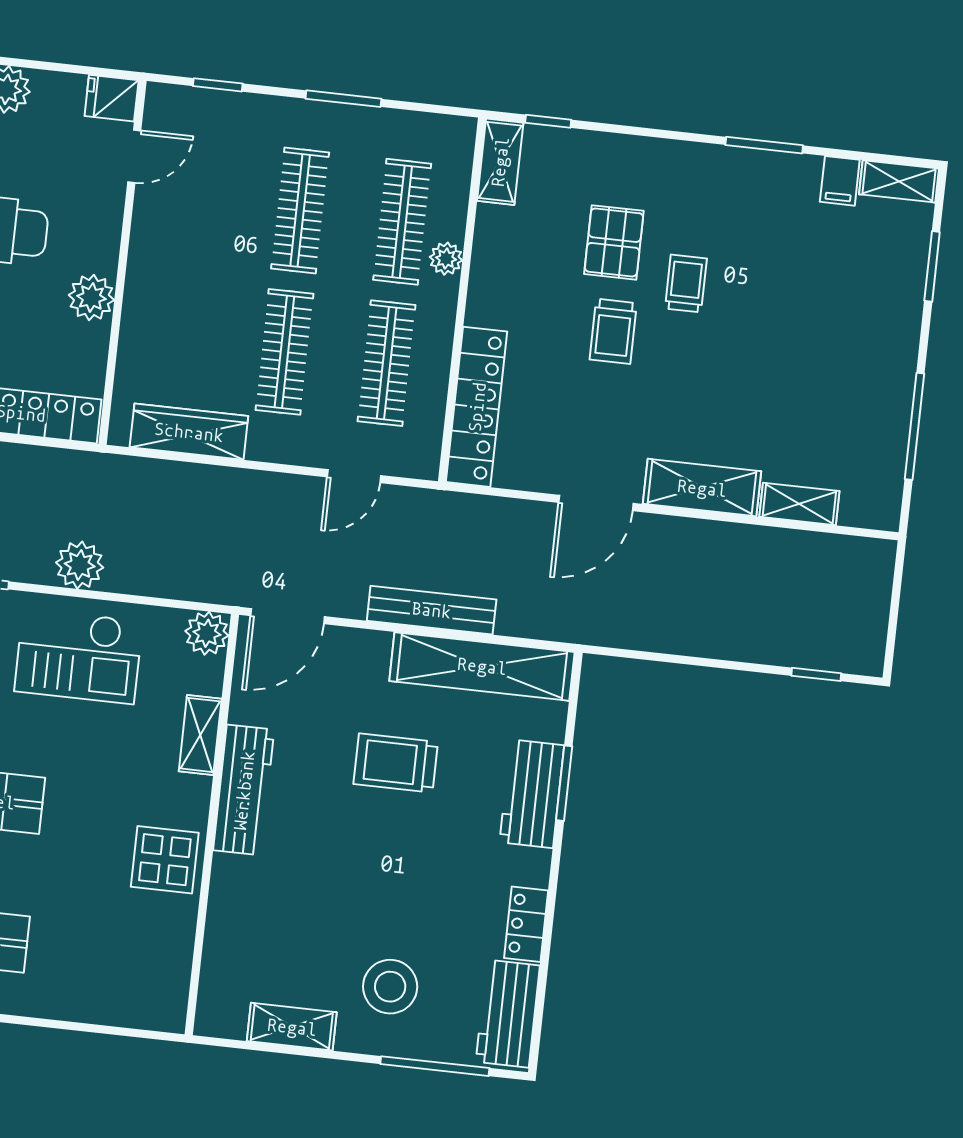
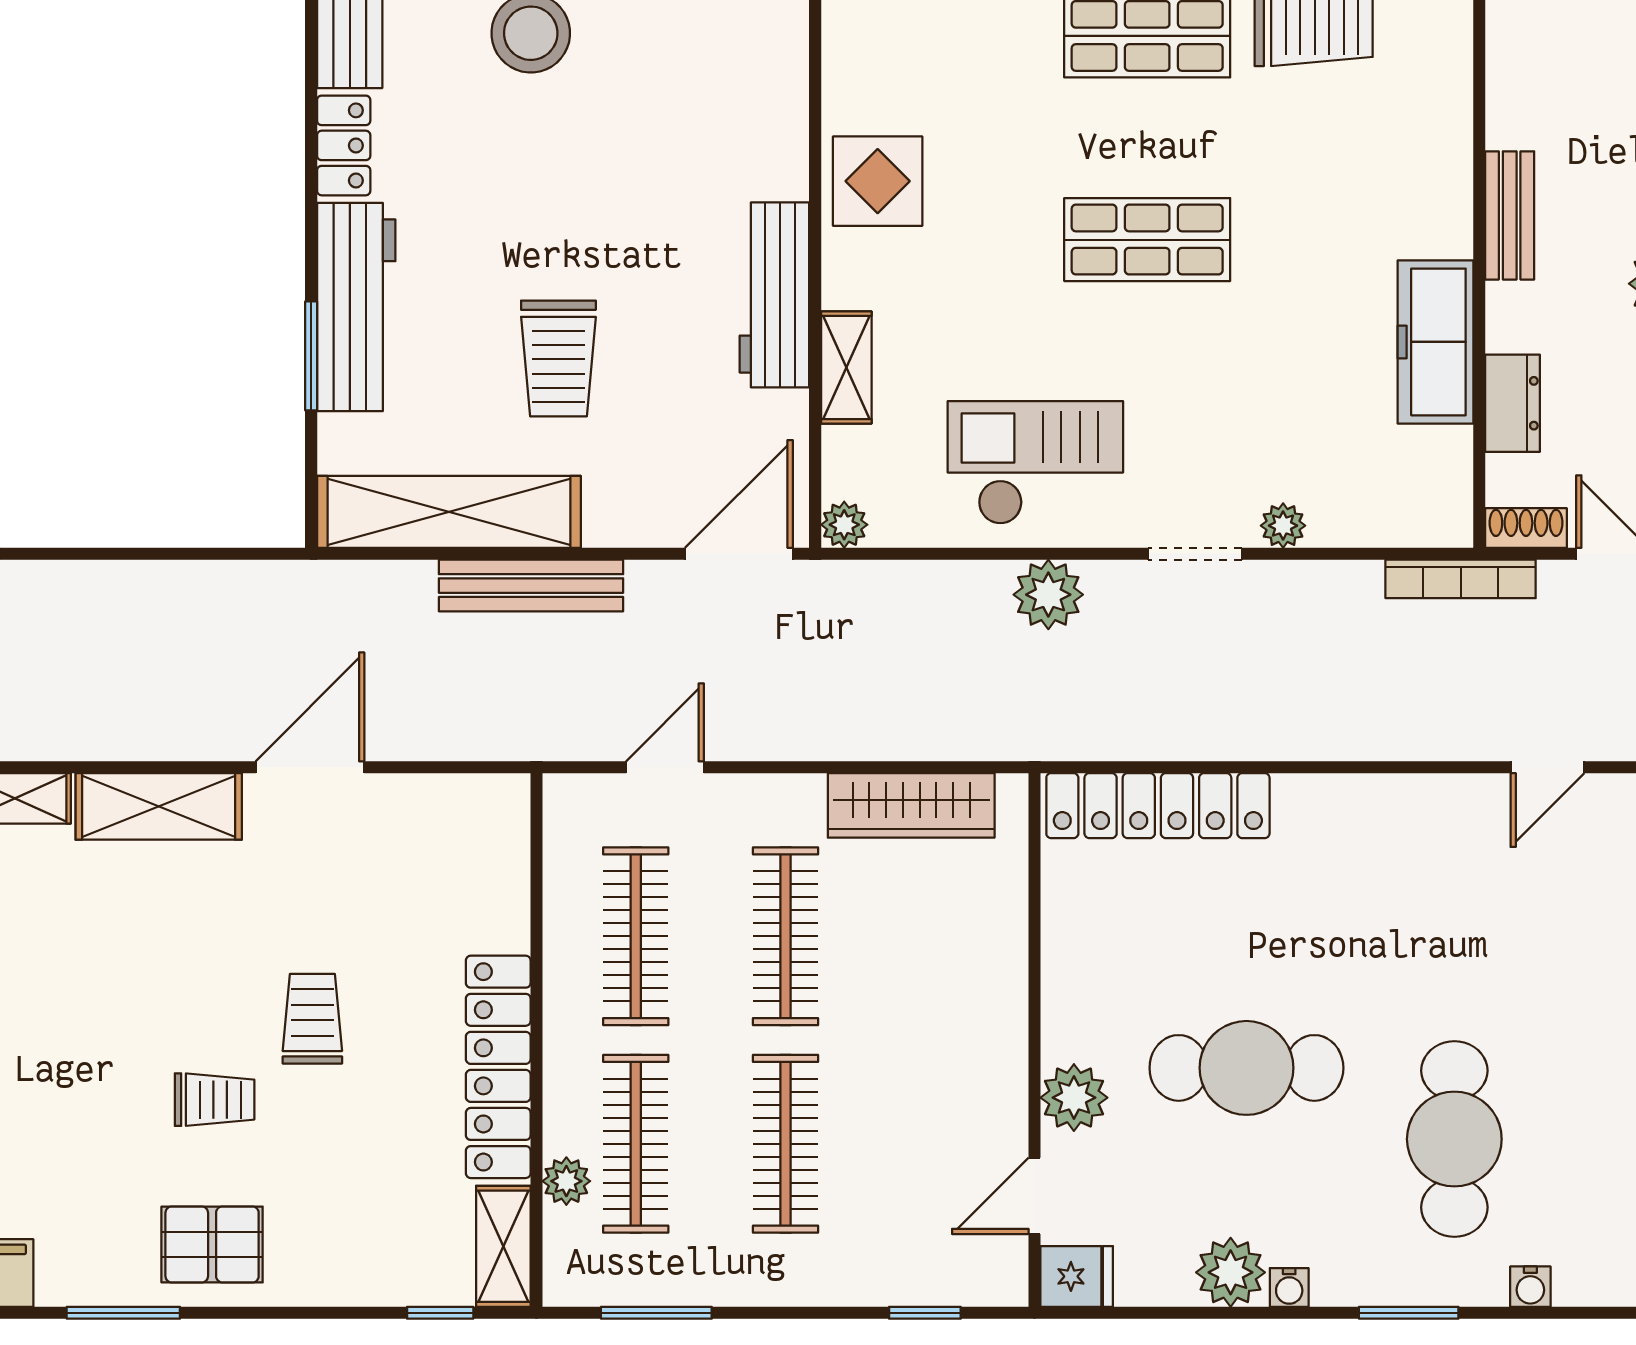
window: (343, 99) -> (656, 1313), moved
pallet: (614, 242) -> (212, 1244), moved, turned 90
plant: (446, 259) -> (566, 1181), moved
trolley: (686, 284) -> (215, 1100), turned -90
plant: (91, 297) -> (1074, 1098), moved
locker: (477, 407) -> (498, 1067), moved
plant: (207, 633) -> (844, 525), width x0.73, depth x0.73
trolley: (396, 763) -> (558, 358), turned 90
workbench: (532, 794) -> (356, 307), width x1.38

